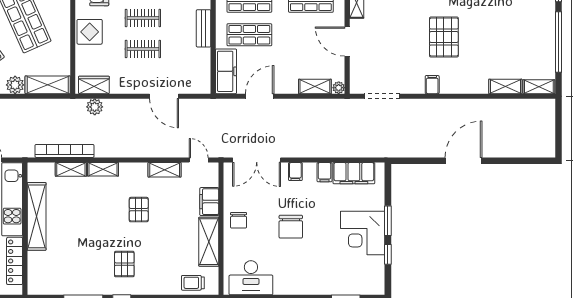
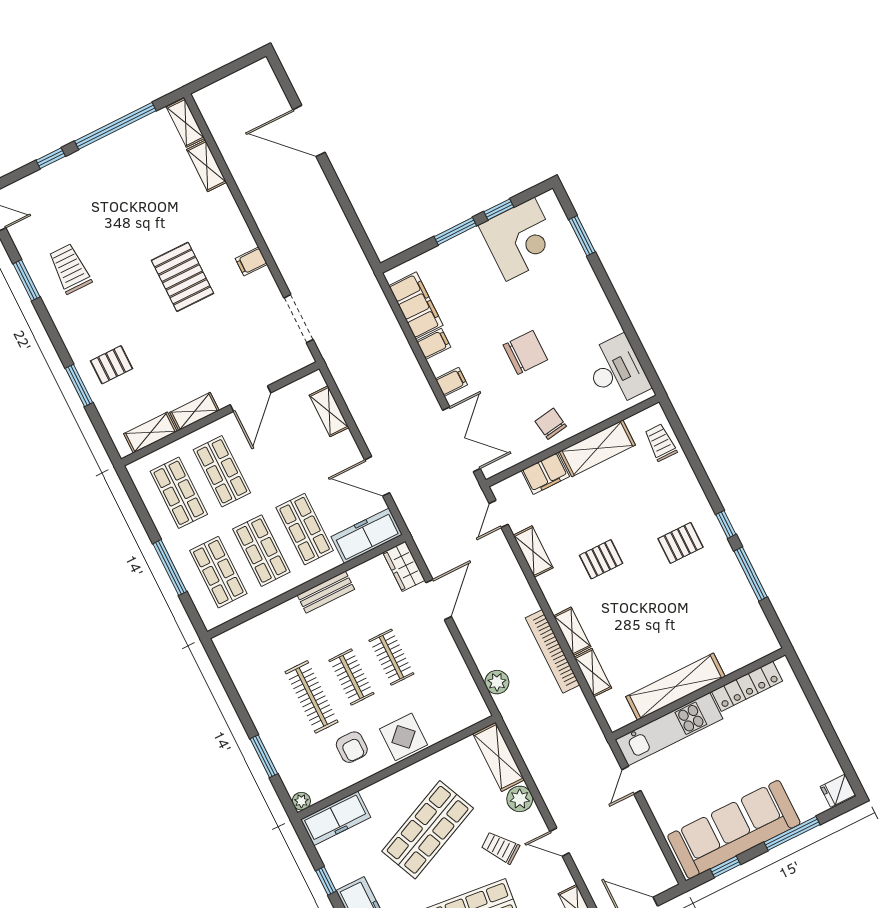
pallet: (444, 37) -> (183, 277), turned 90
wardrobe: (94, 85) -> (404, 566), moved
plant: (339, 88) -> (315, 380), removed
bookcase: (64, 151) -> (553, 651), moved
door: (463, 161) -> (309, 131), moved
chair: (239, 220) -> (551, 424), turned -99
corner desk: (363, 233) -> (520, 239), moved
trolley: (193, 283) -> (661, 442), turned 180

